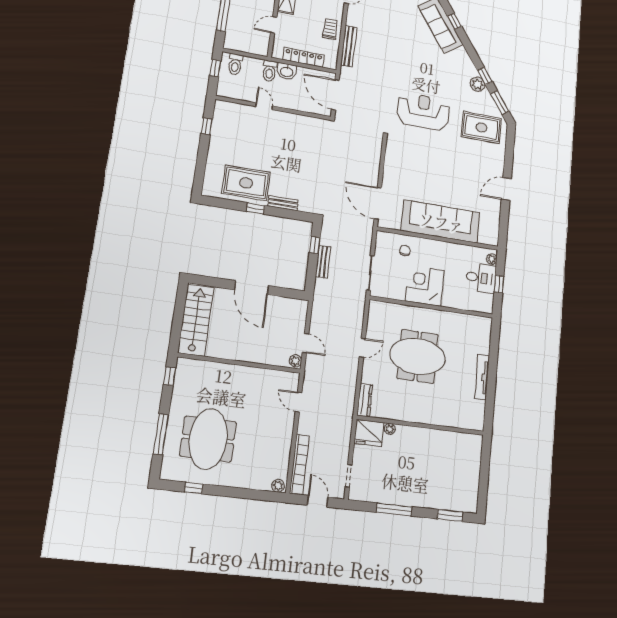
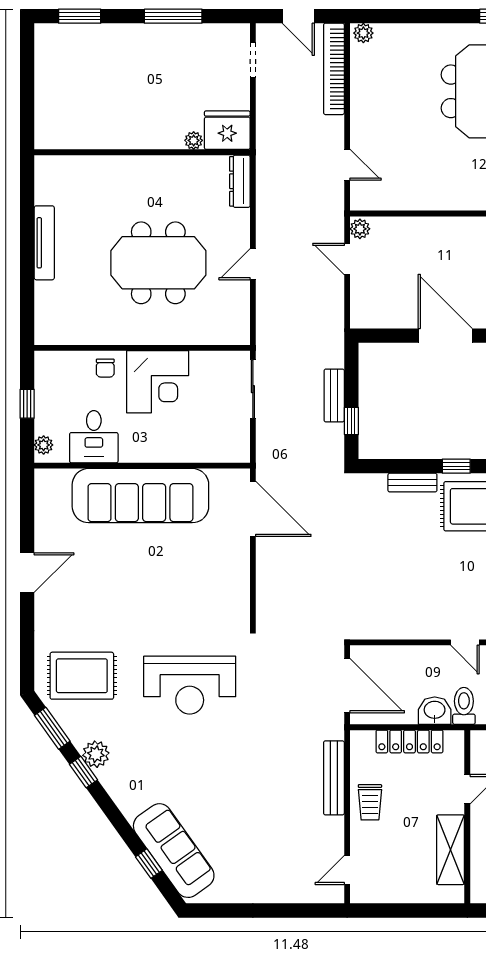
chair: (405, 251) -> (105, 368), moved
desk: (481, 278) -> (94, 437), moved, turned -90

